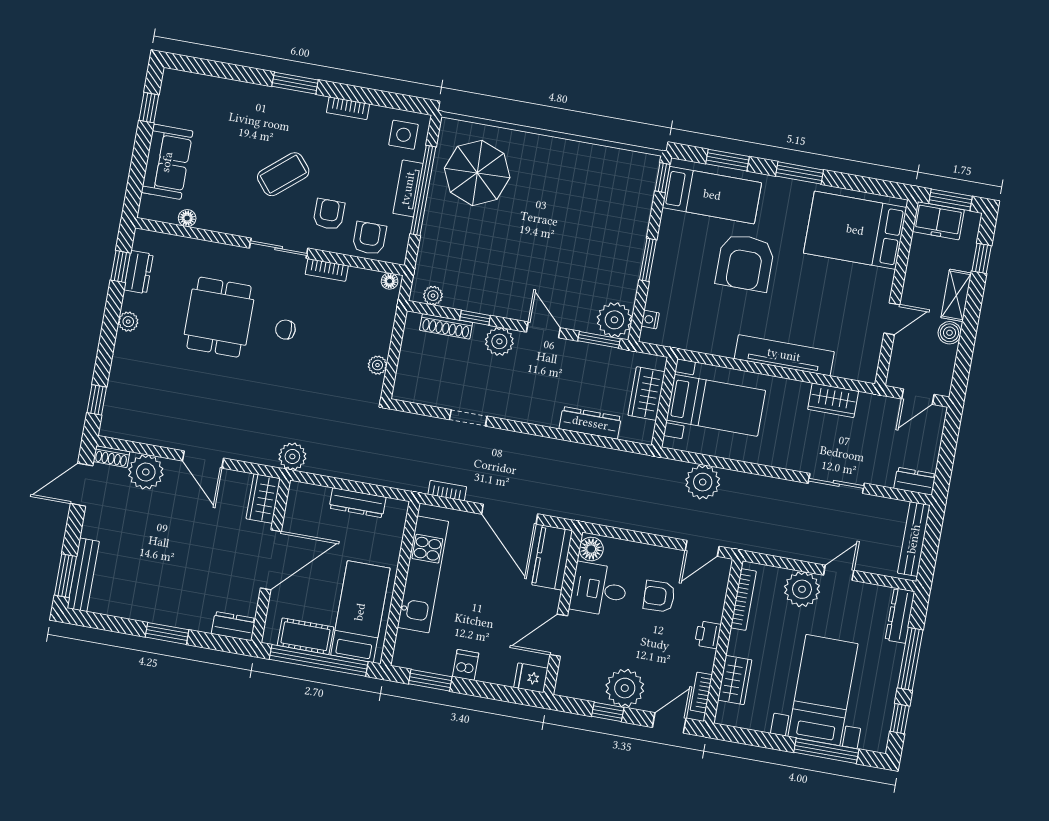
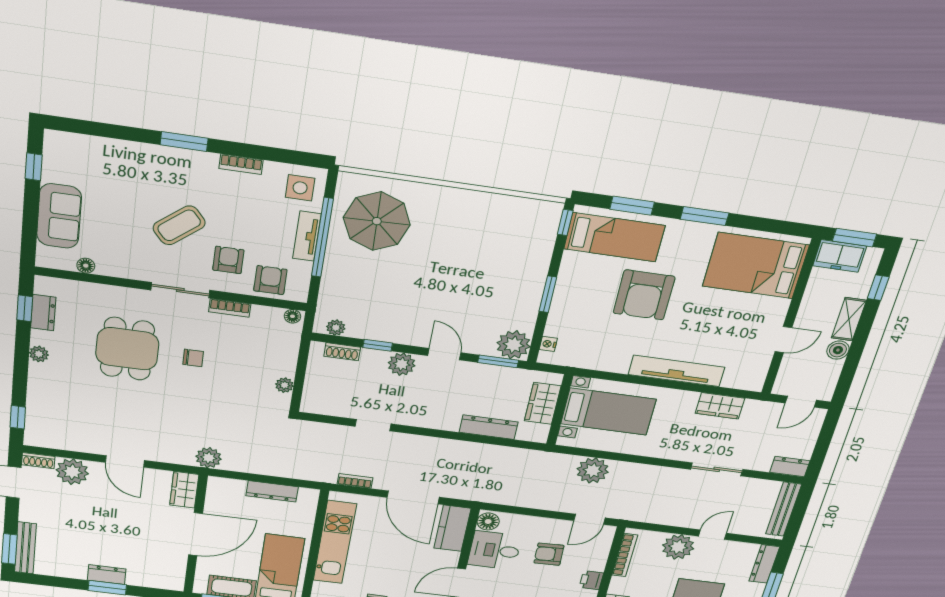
shoe rack: (446, 326) -> (342, 352), width x0.70
chair: (285, 330) -> (193, 358), turned 180
dresser: (233, 626) -> (107, 575), moved

